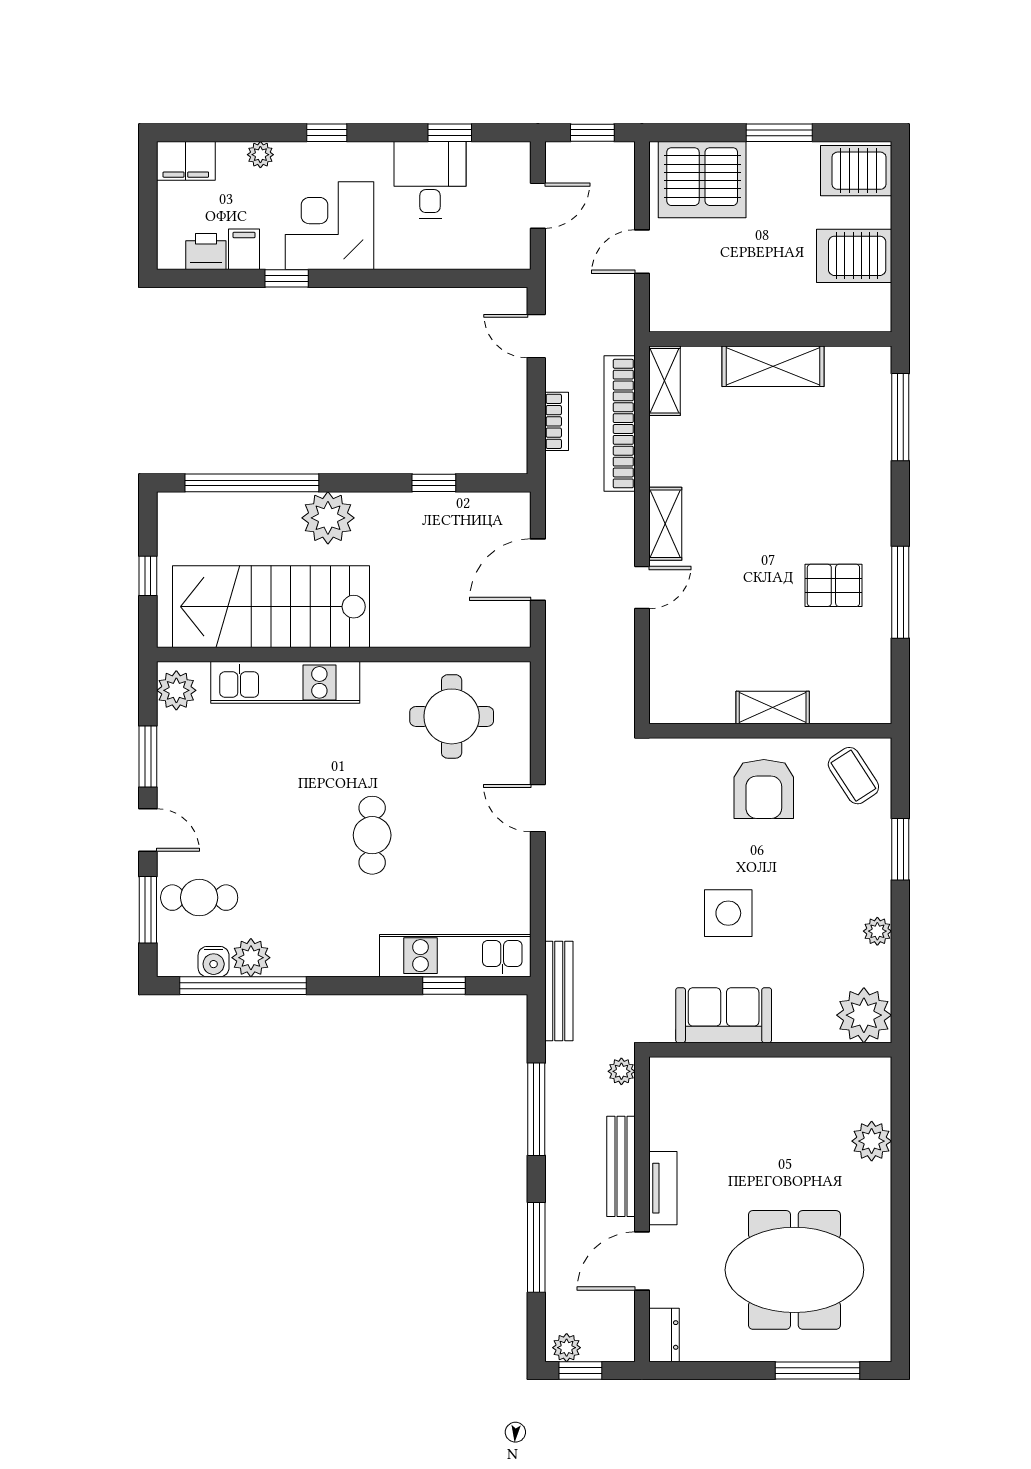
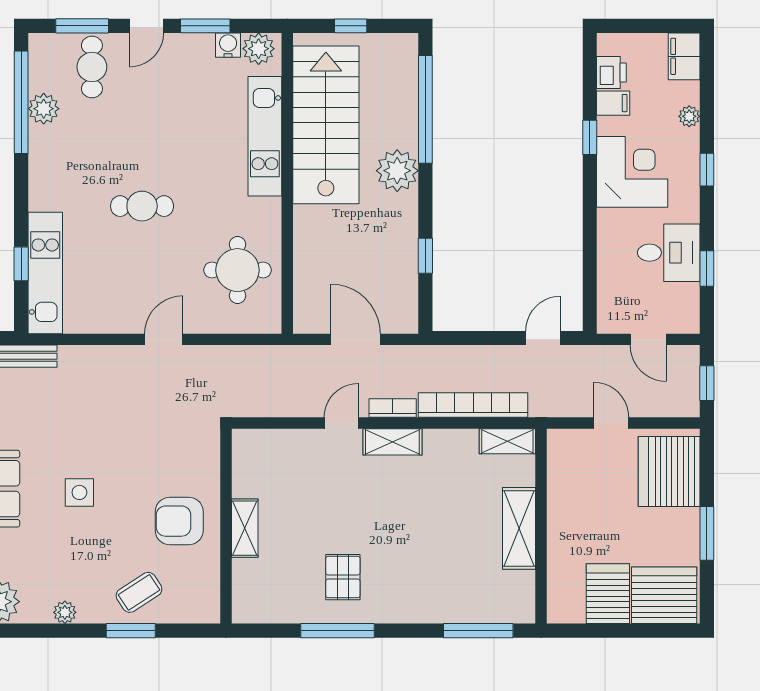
server rack: (856, 171) -> (664, 595), width x1.60
bookcase: (557, 421) -> (393, 408), moved, turned 180
door: (642, 588) -> (341, 423), swing flipped
coffee table: (853, 776) -> (139, 592), moved
side table: (728, 913) -> (79, 492), width x0.73, depth x0.73
water cooler: (214, 962) -> (228, 45), moved, turned 90

